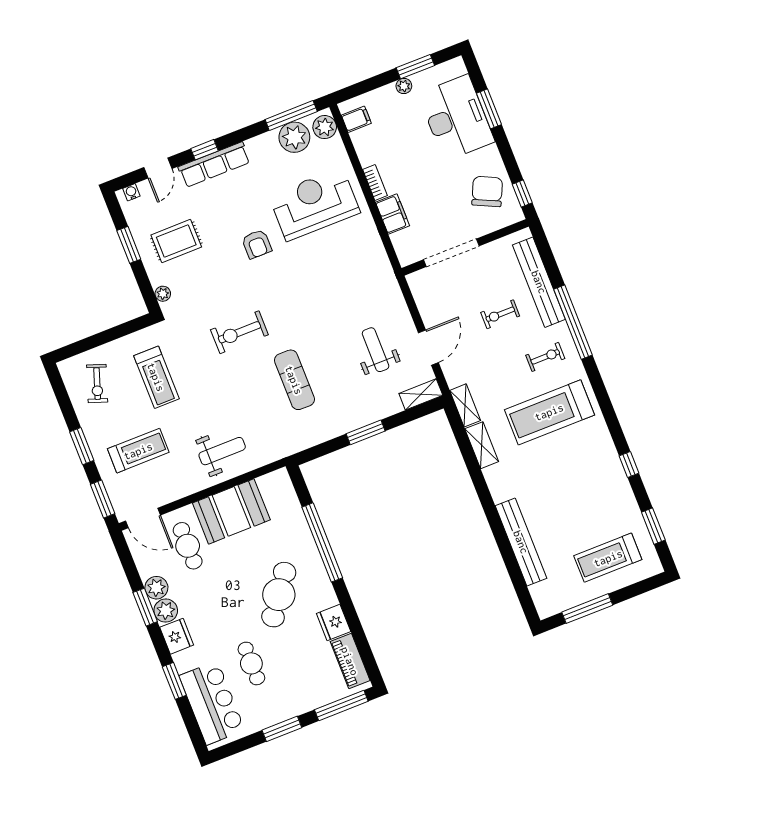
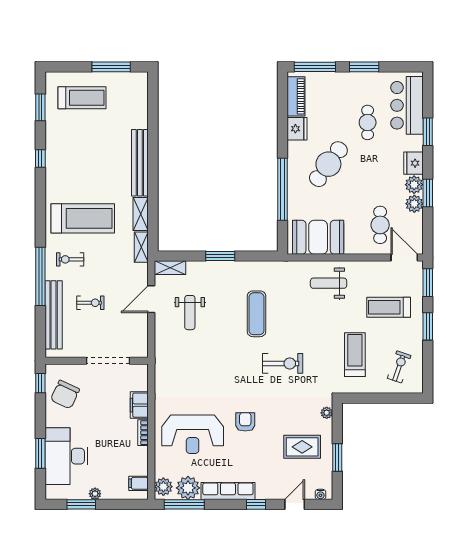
row of seats: (214, 165) -> (228, 491), moved
booth: (231, 511) -> (318, 237), moved
bench: (521, 542) -> (140, 163), moved

